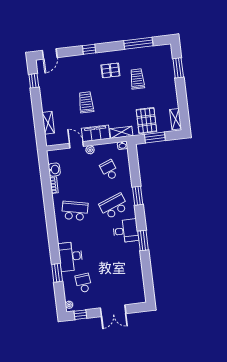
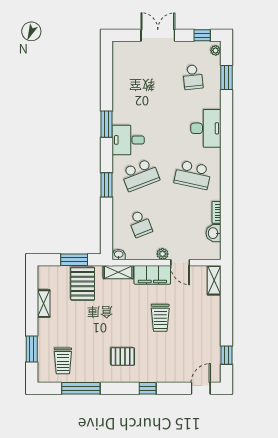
trolley: (137, 79) -> (63, 361), moved
shelving: (176, 119) -> (44, 304), moved
shelving: (48, 123) -> (214, 280), moved
desk: (71, 256) -> (206, 128), moved
window: (57, 273) -> (226, 77), moved

